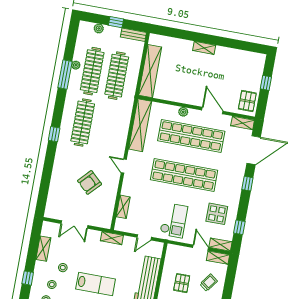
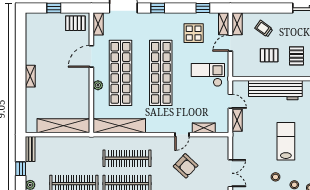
clothes rail: (117, 76) -> (127, 158), moved
door: (124, 166) -> (182, 135), moved
shelving: (112, 238) -> (237, 120), moved

